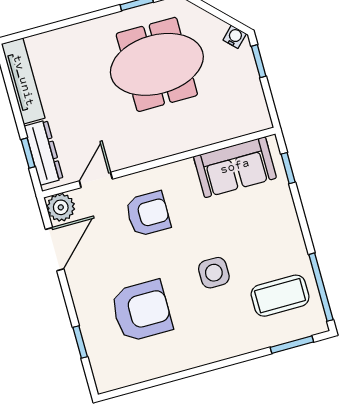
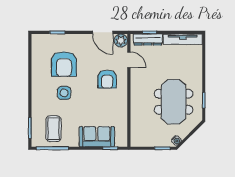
sofa: (235, 167) -> (97, 137), moved, turned 90
side table: (214, 273) -> (64, 93), moved

